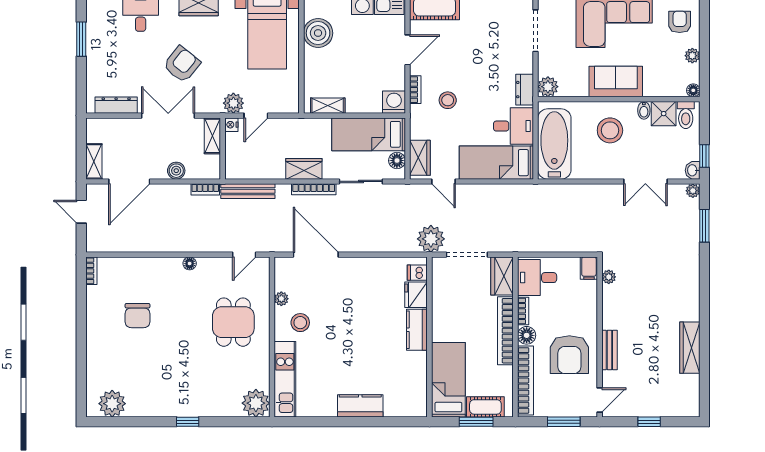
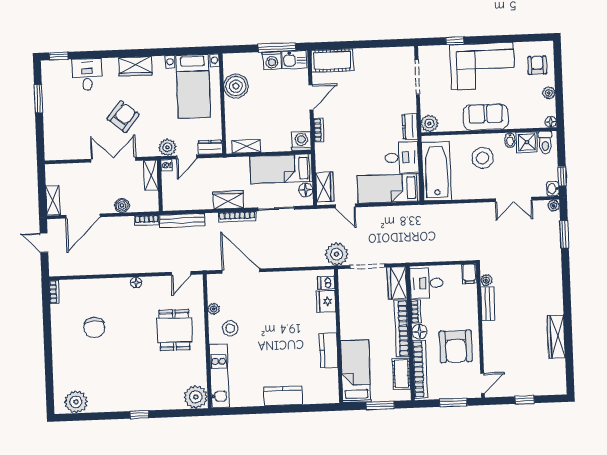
stool: (448, 100) -> (346, 138), removed
dresser: (116, 105) -> (210, 147), moved, width x0.70
kitchen counter: (417, 330) -> (329, 350), moved
bench: (609, 350) -> (488, 304), moved
cot: (485, 407) -> (401, 374), moved, turned 90

